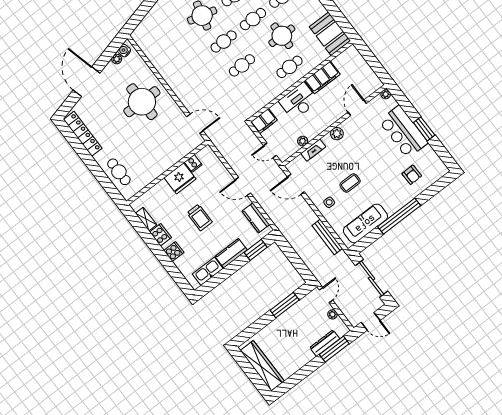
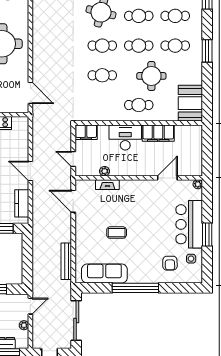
plant: (337, 134) -> (136, 186), removed
side table: (329, 202) -> (191, 259), moved

